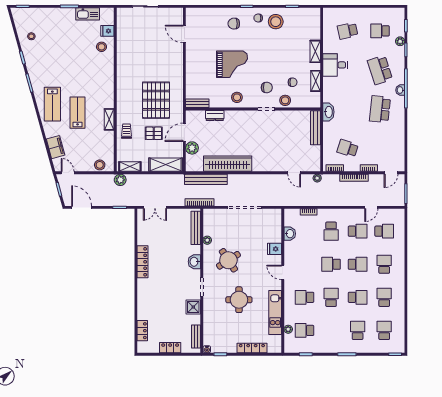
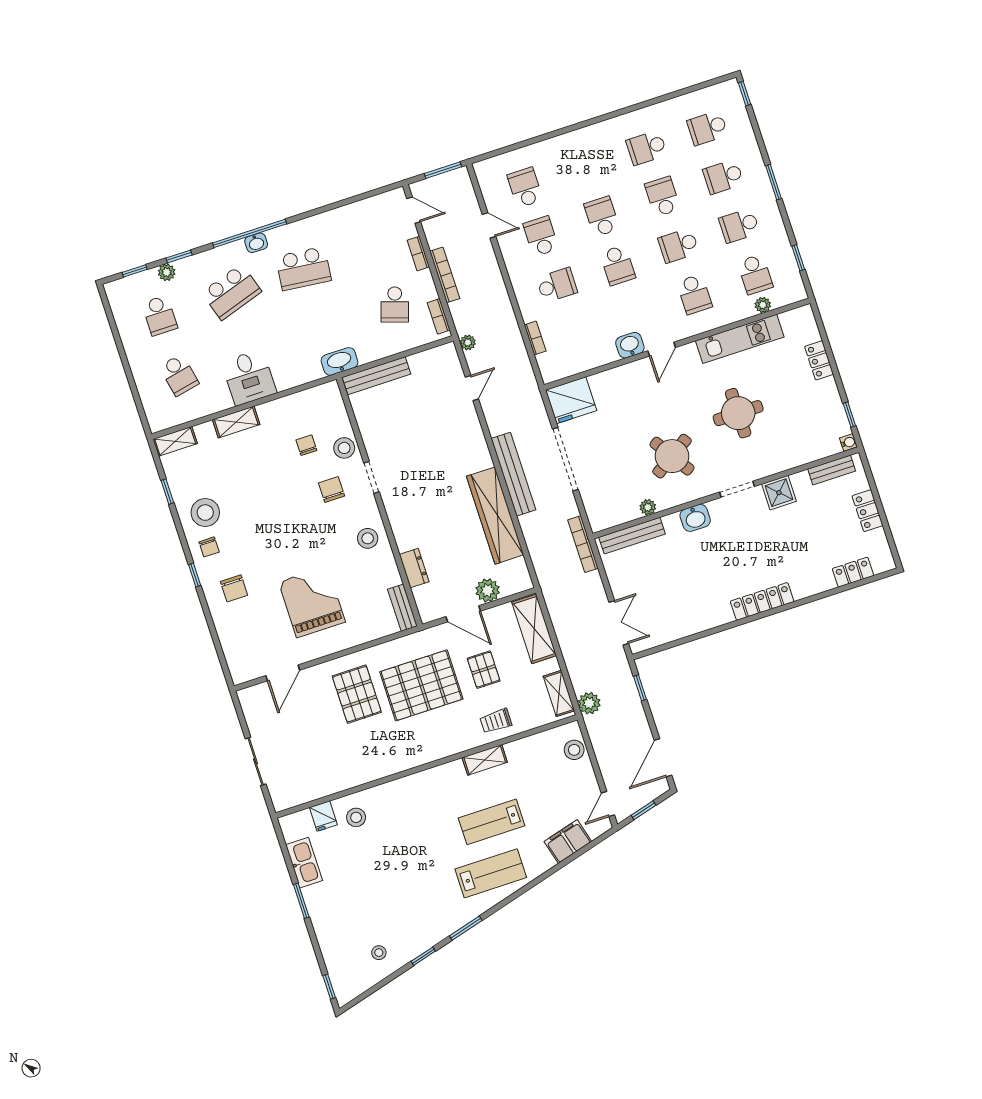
grand piano: (232, 64) -> (312, 602), moved
pallet: (162, 67) -> (357, 694), added
shelving: (316, 81) -> (175, 441), moved
bench: (206, 179) -> (513, 474), moved
washbasin: (290, 234) -> (630, 345), moved
fridge: (274, 249) -> (571, 400), moved, width x1.88, depth x1.34
locker: (142, 262) -> (762, 601), moved
school desk: (384, 264) -> (739, 226), moved
locker: (252, 348) -> (819, 360), width x0.66

